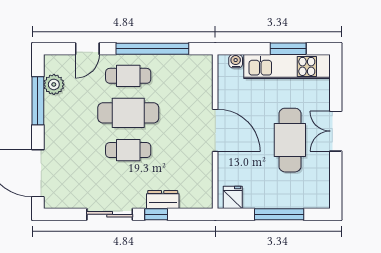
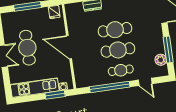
door: (87, 49) -> (145, 82), swing flipped
window: (288, 49) -> (55, 95), moved
cafe table: (128, 150) -> (115, 30), width x1.37, depth x1.35

